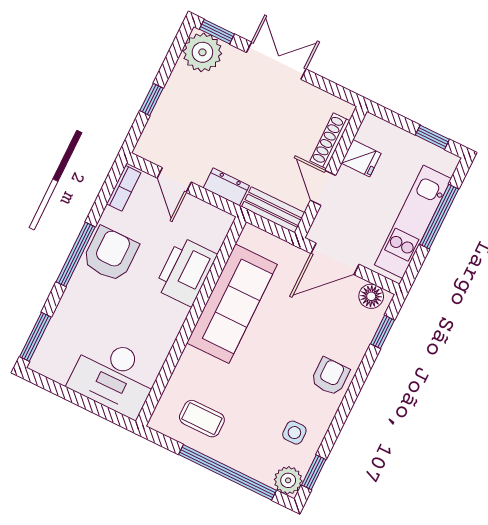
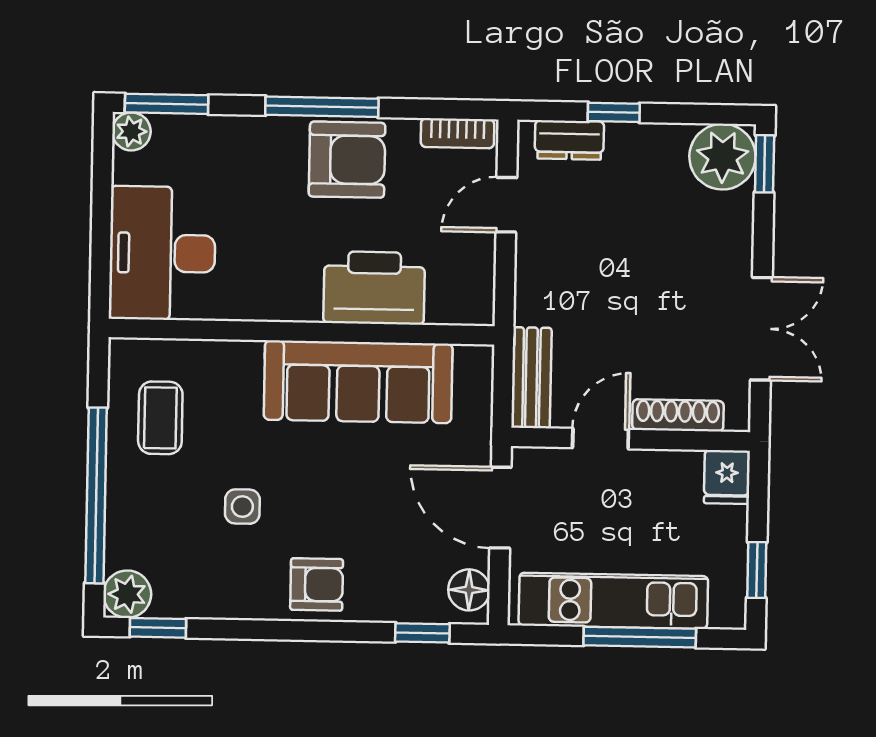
double door: (276, 61) -> (761, 329), moved
fridge: (361, 158) -> (727, 477), moved
dresser: (226, 187) -> (569, 140), moved, turned 90
plant: (41, 363) -> (131, 131), added
side table: (294, 433) -> (242, 507), moved

